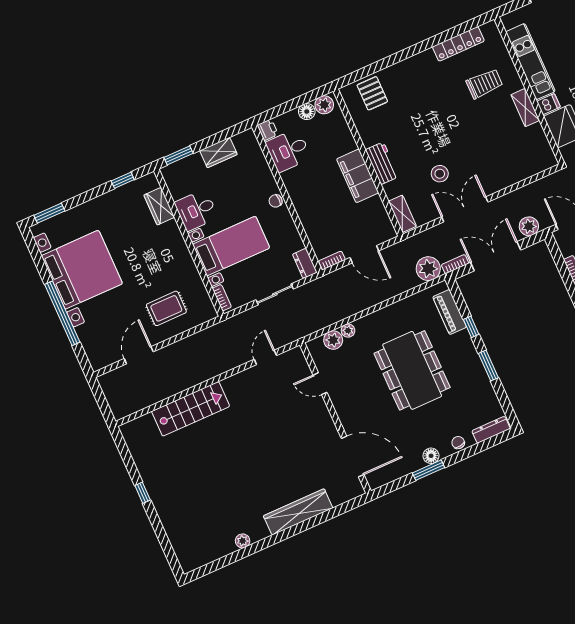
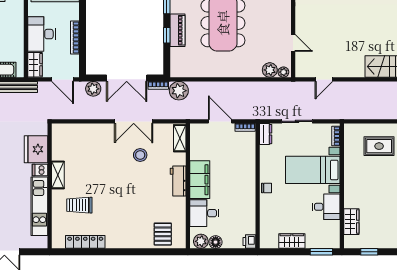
desk: (288, 150) -> (204, 213), moved, turned 180
piano: (450, 312) -> (177, 30), moved
plant: (348, 331) -> (283, 72), moved

